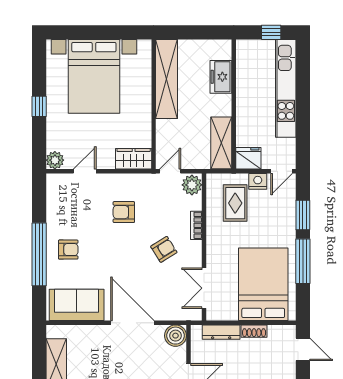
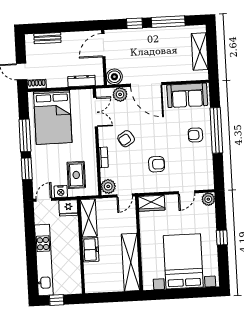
freezer: (221, 77) -> (91, 250), moved
plant: (169, 311) -> (120, 94), added
shoe rack: (254, 331) -> (37, 84), moved

